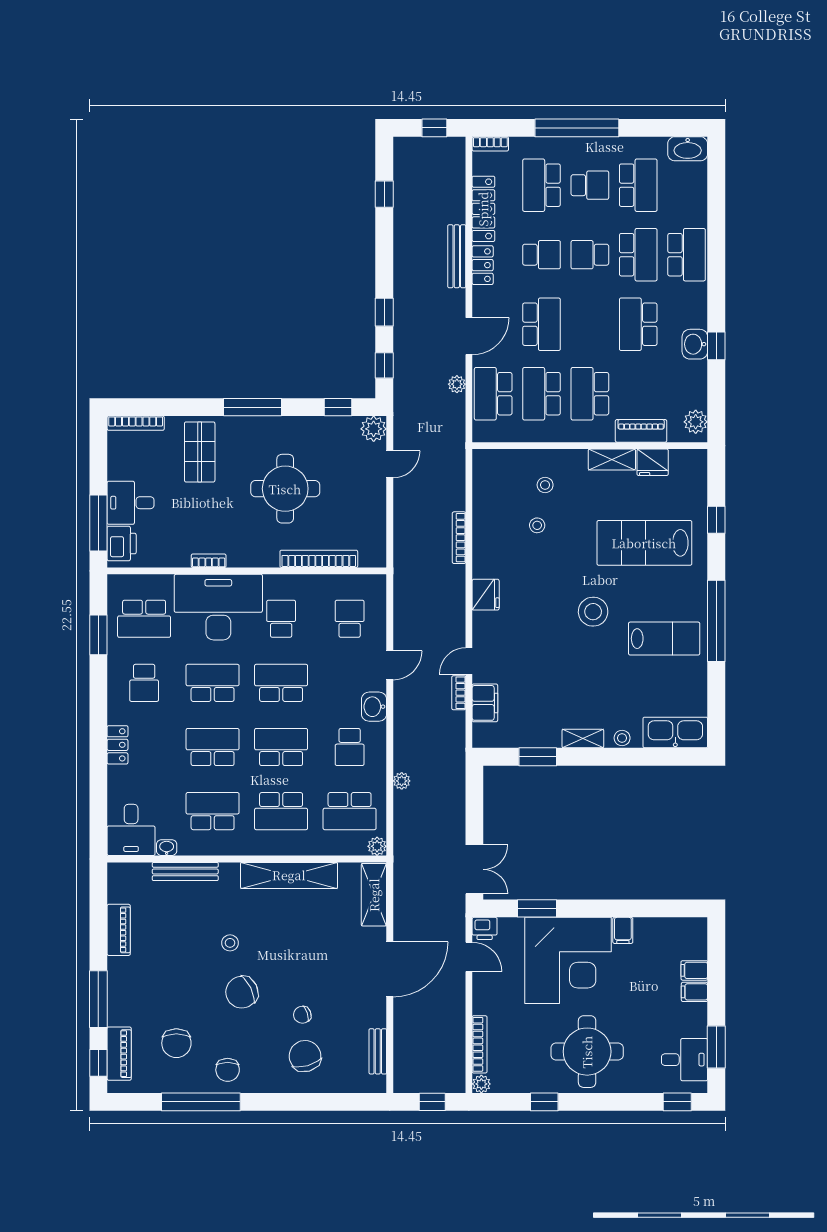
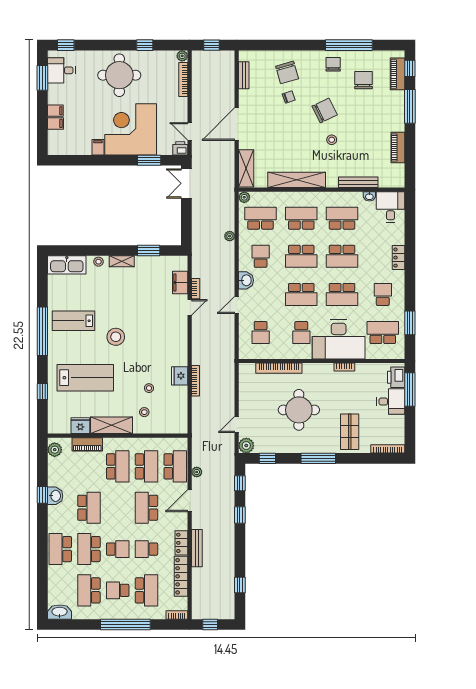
shelving: (612, 459) -> (112, 425), width x1.50, depth x1.33
fridge: (486, 595) -> (180, 376), moved
school desk: (213, 811) -> (342, 218), turned 180

